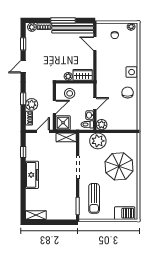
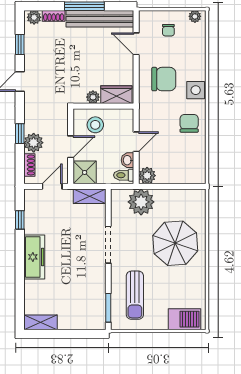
chair: (112, 65) -> (164, 79), added

